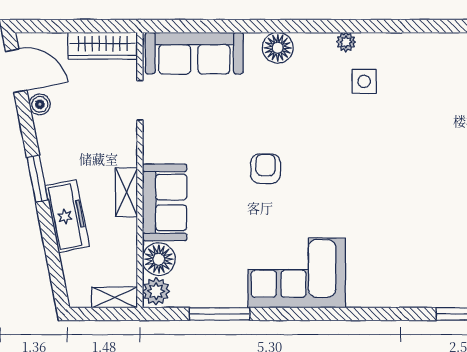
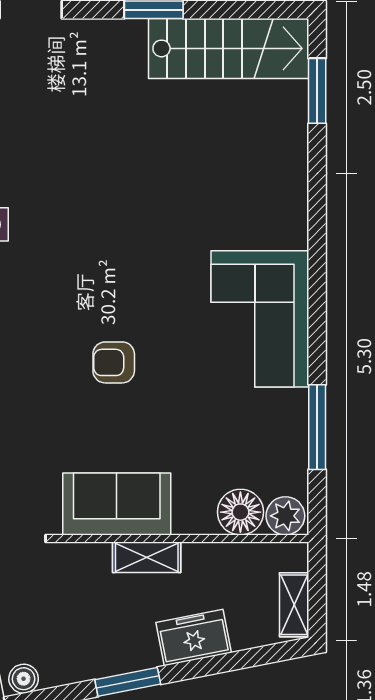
sofa: (165, 202) -> (117, 504), moved
freezer: (67, 216) -> (194, 638), width x0.71
shelving: (115, 297) -> (294, 605), moved

